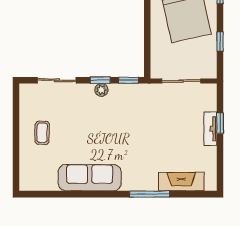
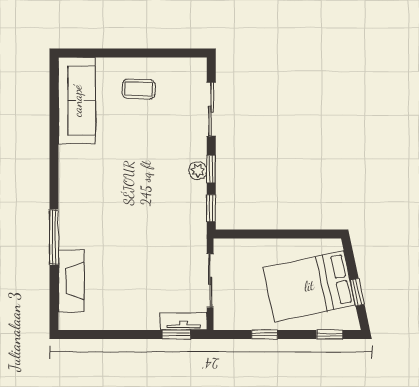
window: (220, 123) -> (176, 334), moved
tv unit: (210, 129) -> (184, 321), moved
sofa: (90, 178) -> (77, 101), moved

